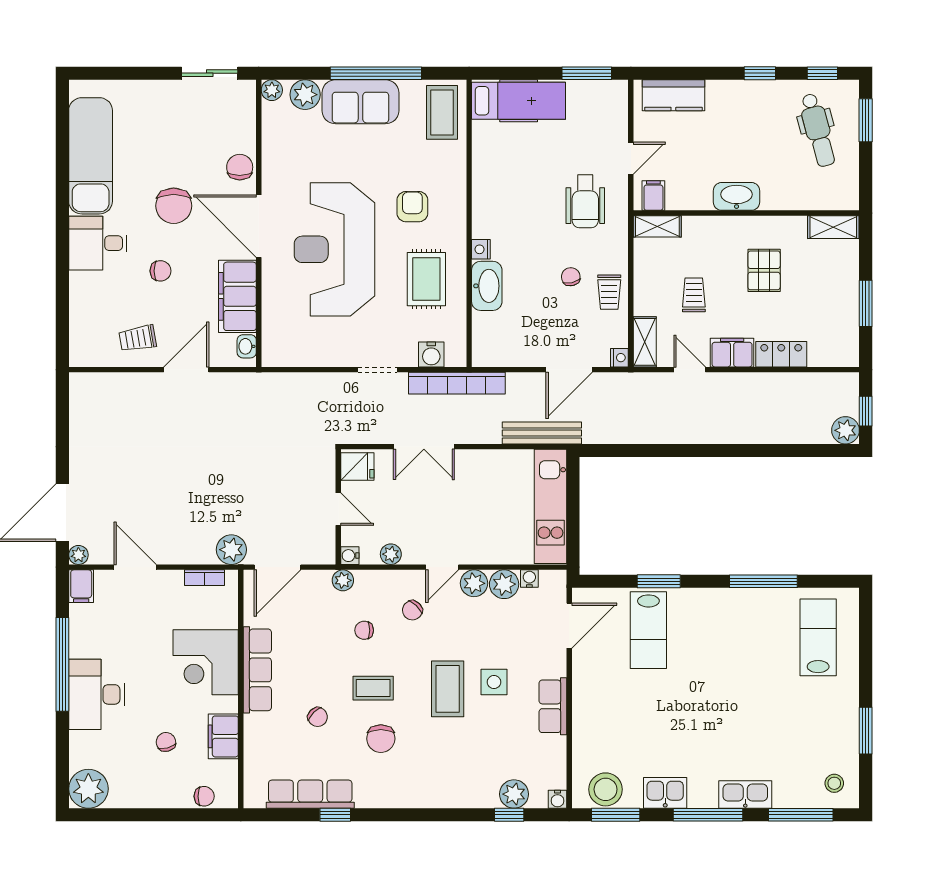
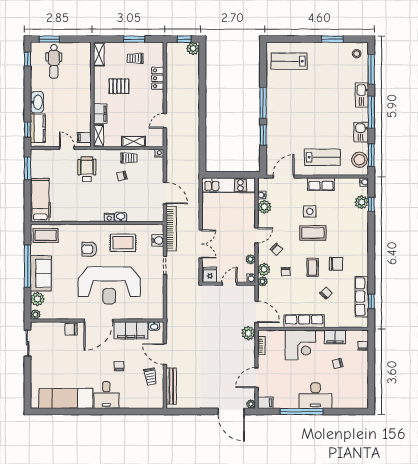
window: (760, 73) -> (28, 130), moved
dental chair: (818, 130) -> (54, 61), turned 105
washbasin: (737, 196) -> (37, 102), moved, turned 180
wheelchair: (585, 201) -> (87, 169), turned -90
chair: (174, 206) -> (89, 360), removed
washbasin: (487, 286) -> (121, 217), width x0.52, depth x0.69
trolley: (694, 295) -> (135, 58), moved
shelving: (645, 342) -> (134, 142), moved
filing cabinet: (732, 353) -> (100, 114), moved, turned 180
door: (569, 370) -> (165, 193), moved
bench: (542, 433) -> (171, 386), moved
door: (442, 567) -> (256, 235), hinge flipped
window: (763, 581) -> (263, 103), moved
plant: (474, 583) -> (264, 269), moved
door: (569, 626) -> (284, 177), hinge flipped
lab bench: (648, 630) -> (322, 157), moved
plant: (88, 789) -> (359, 399), removed
window: (335, 815) -> (371, 301), moved

